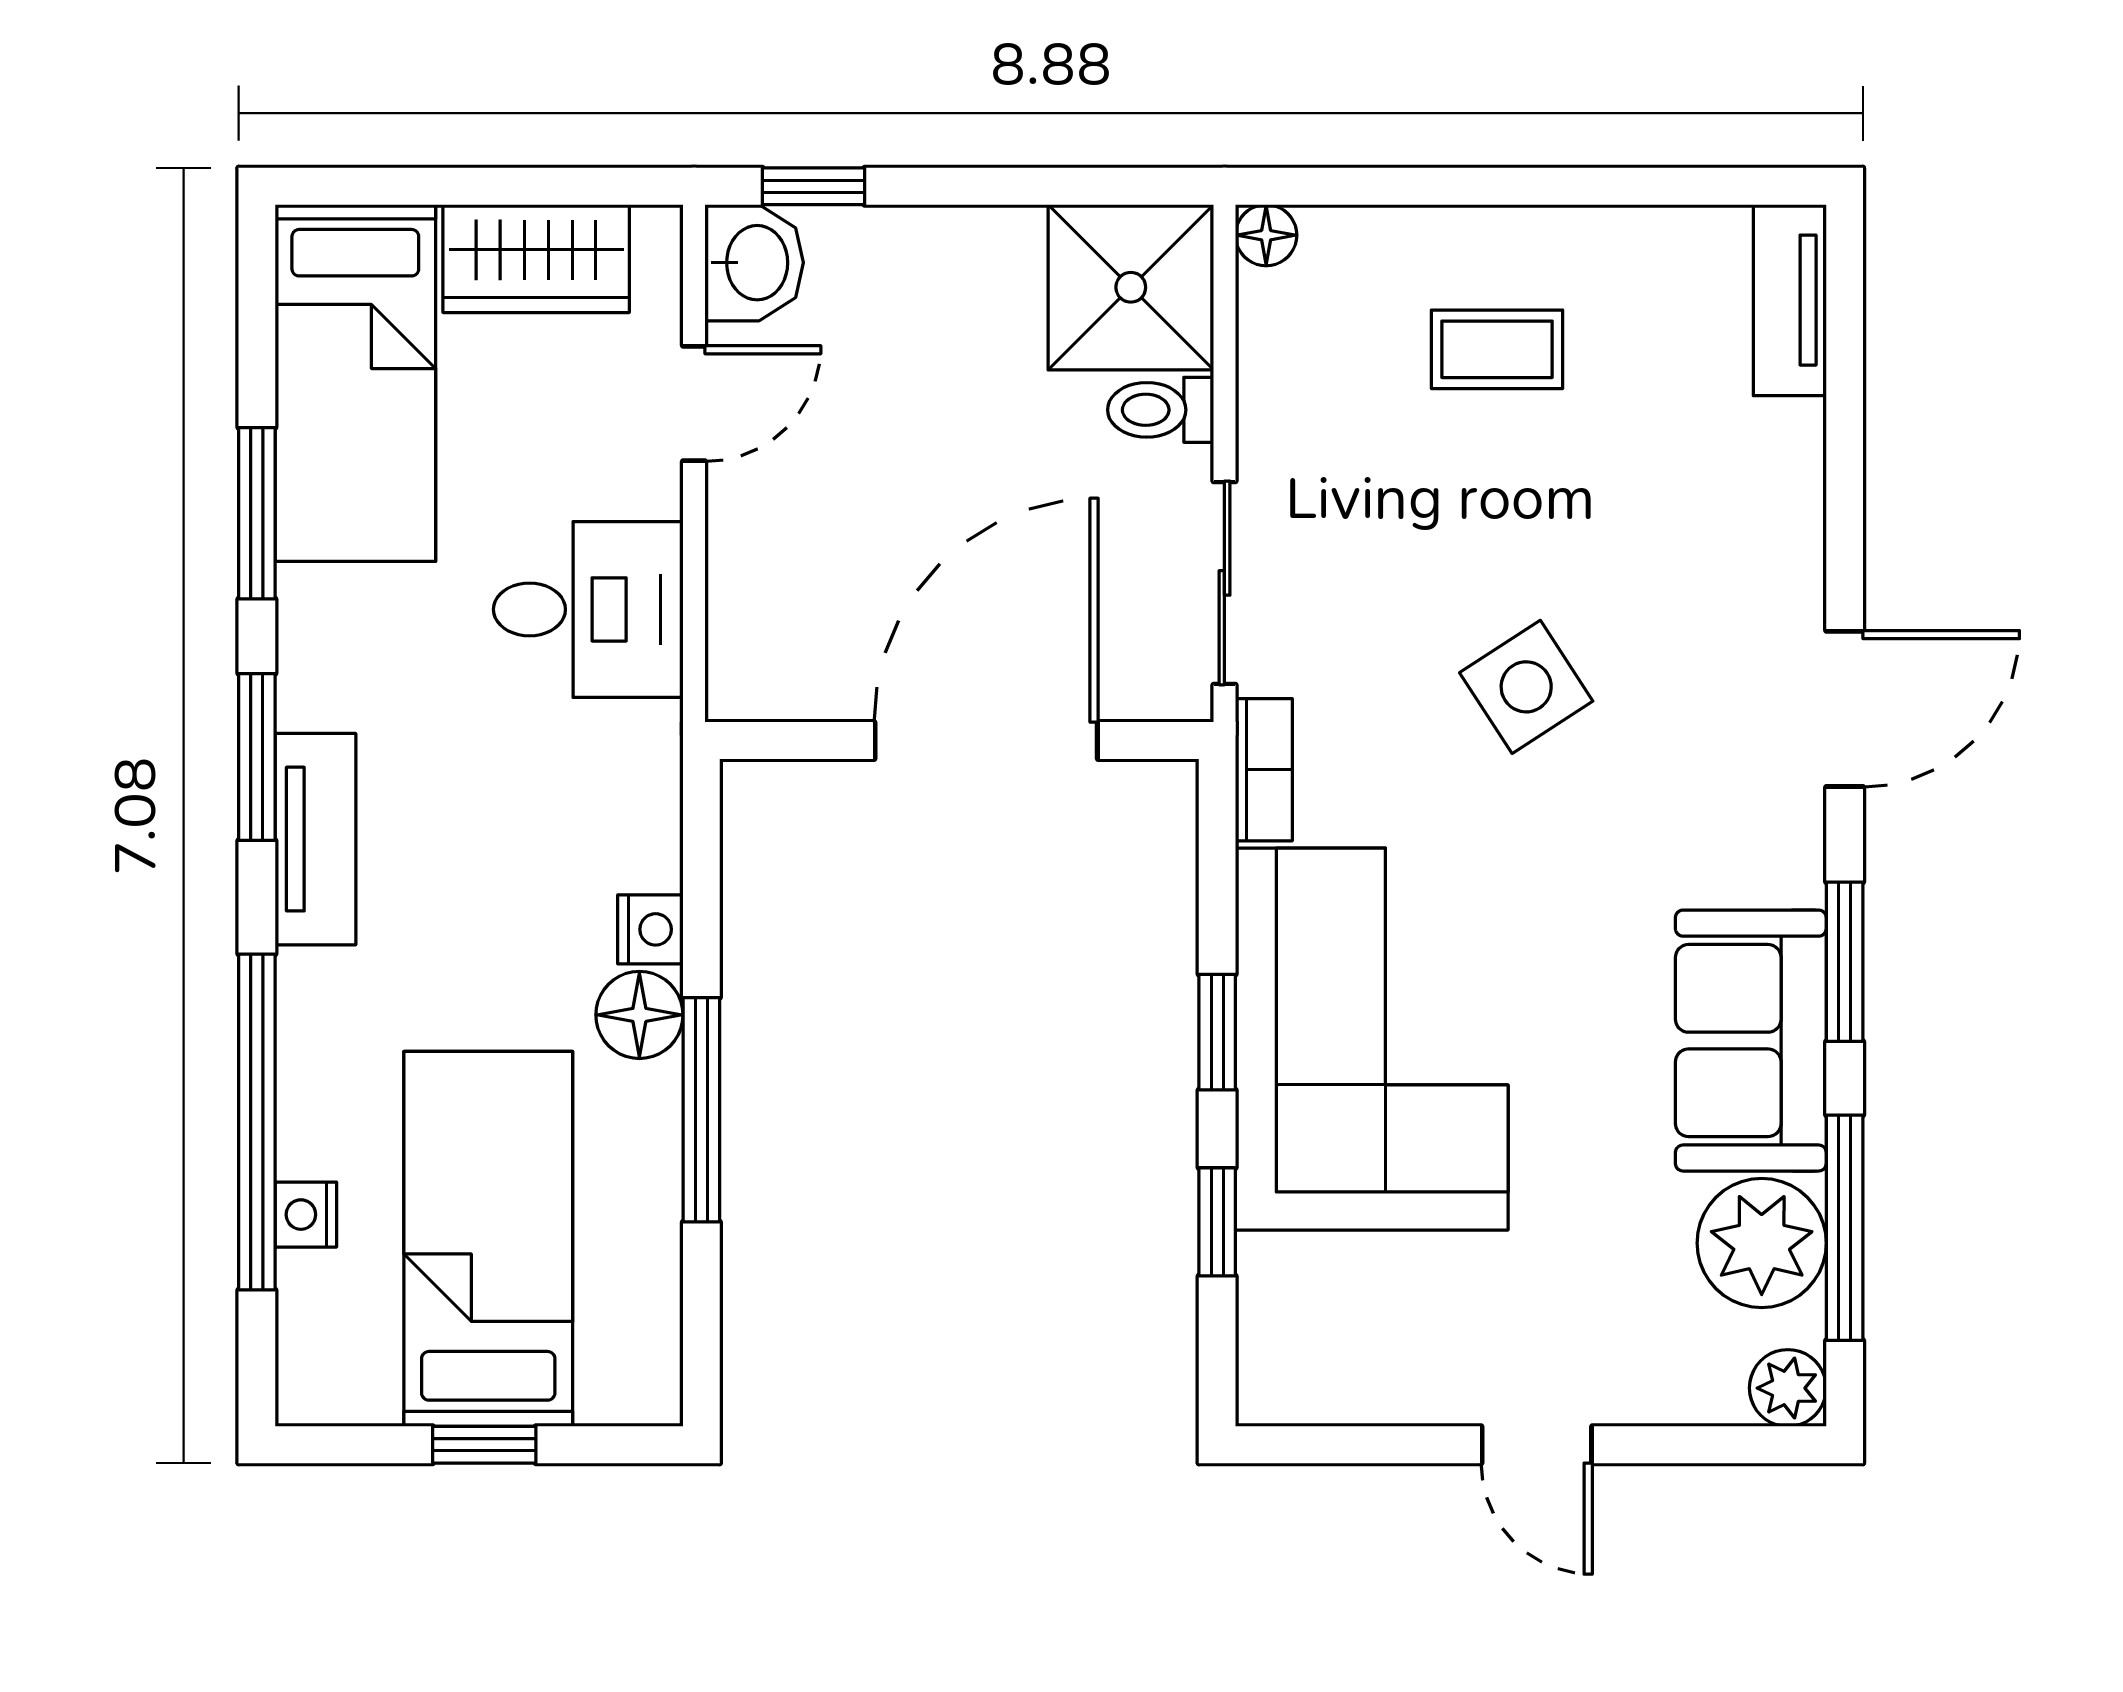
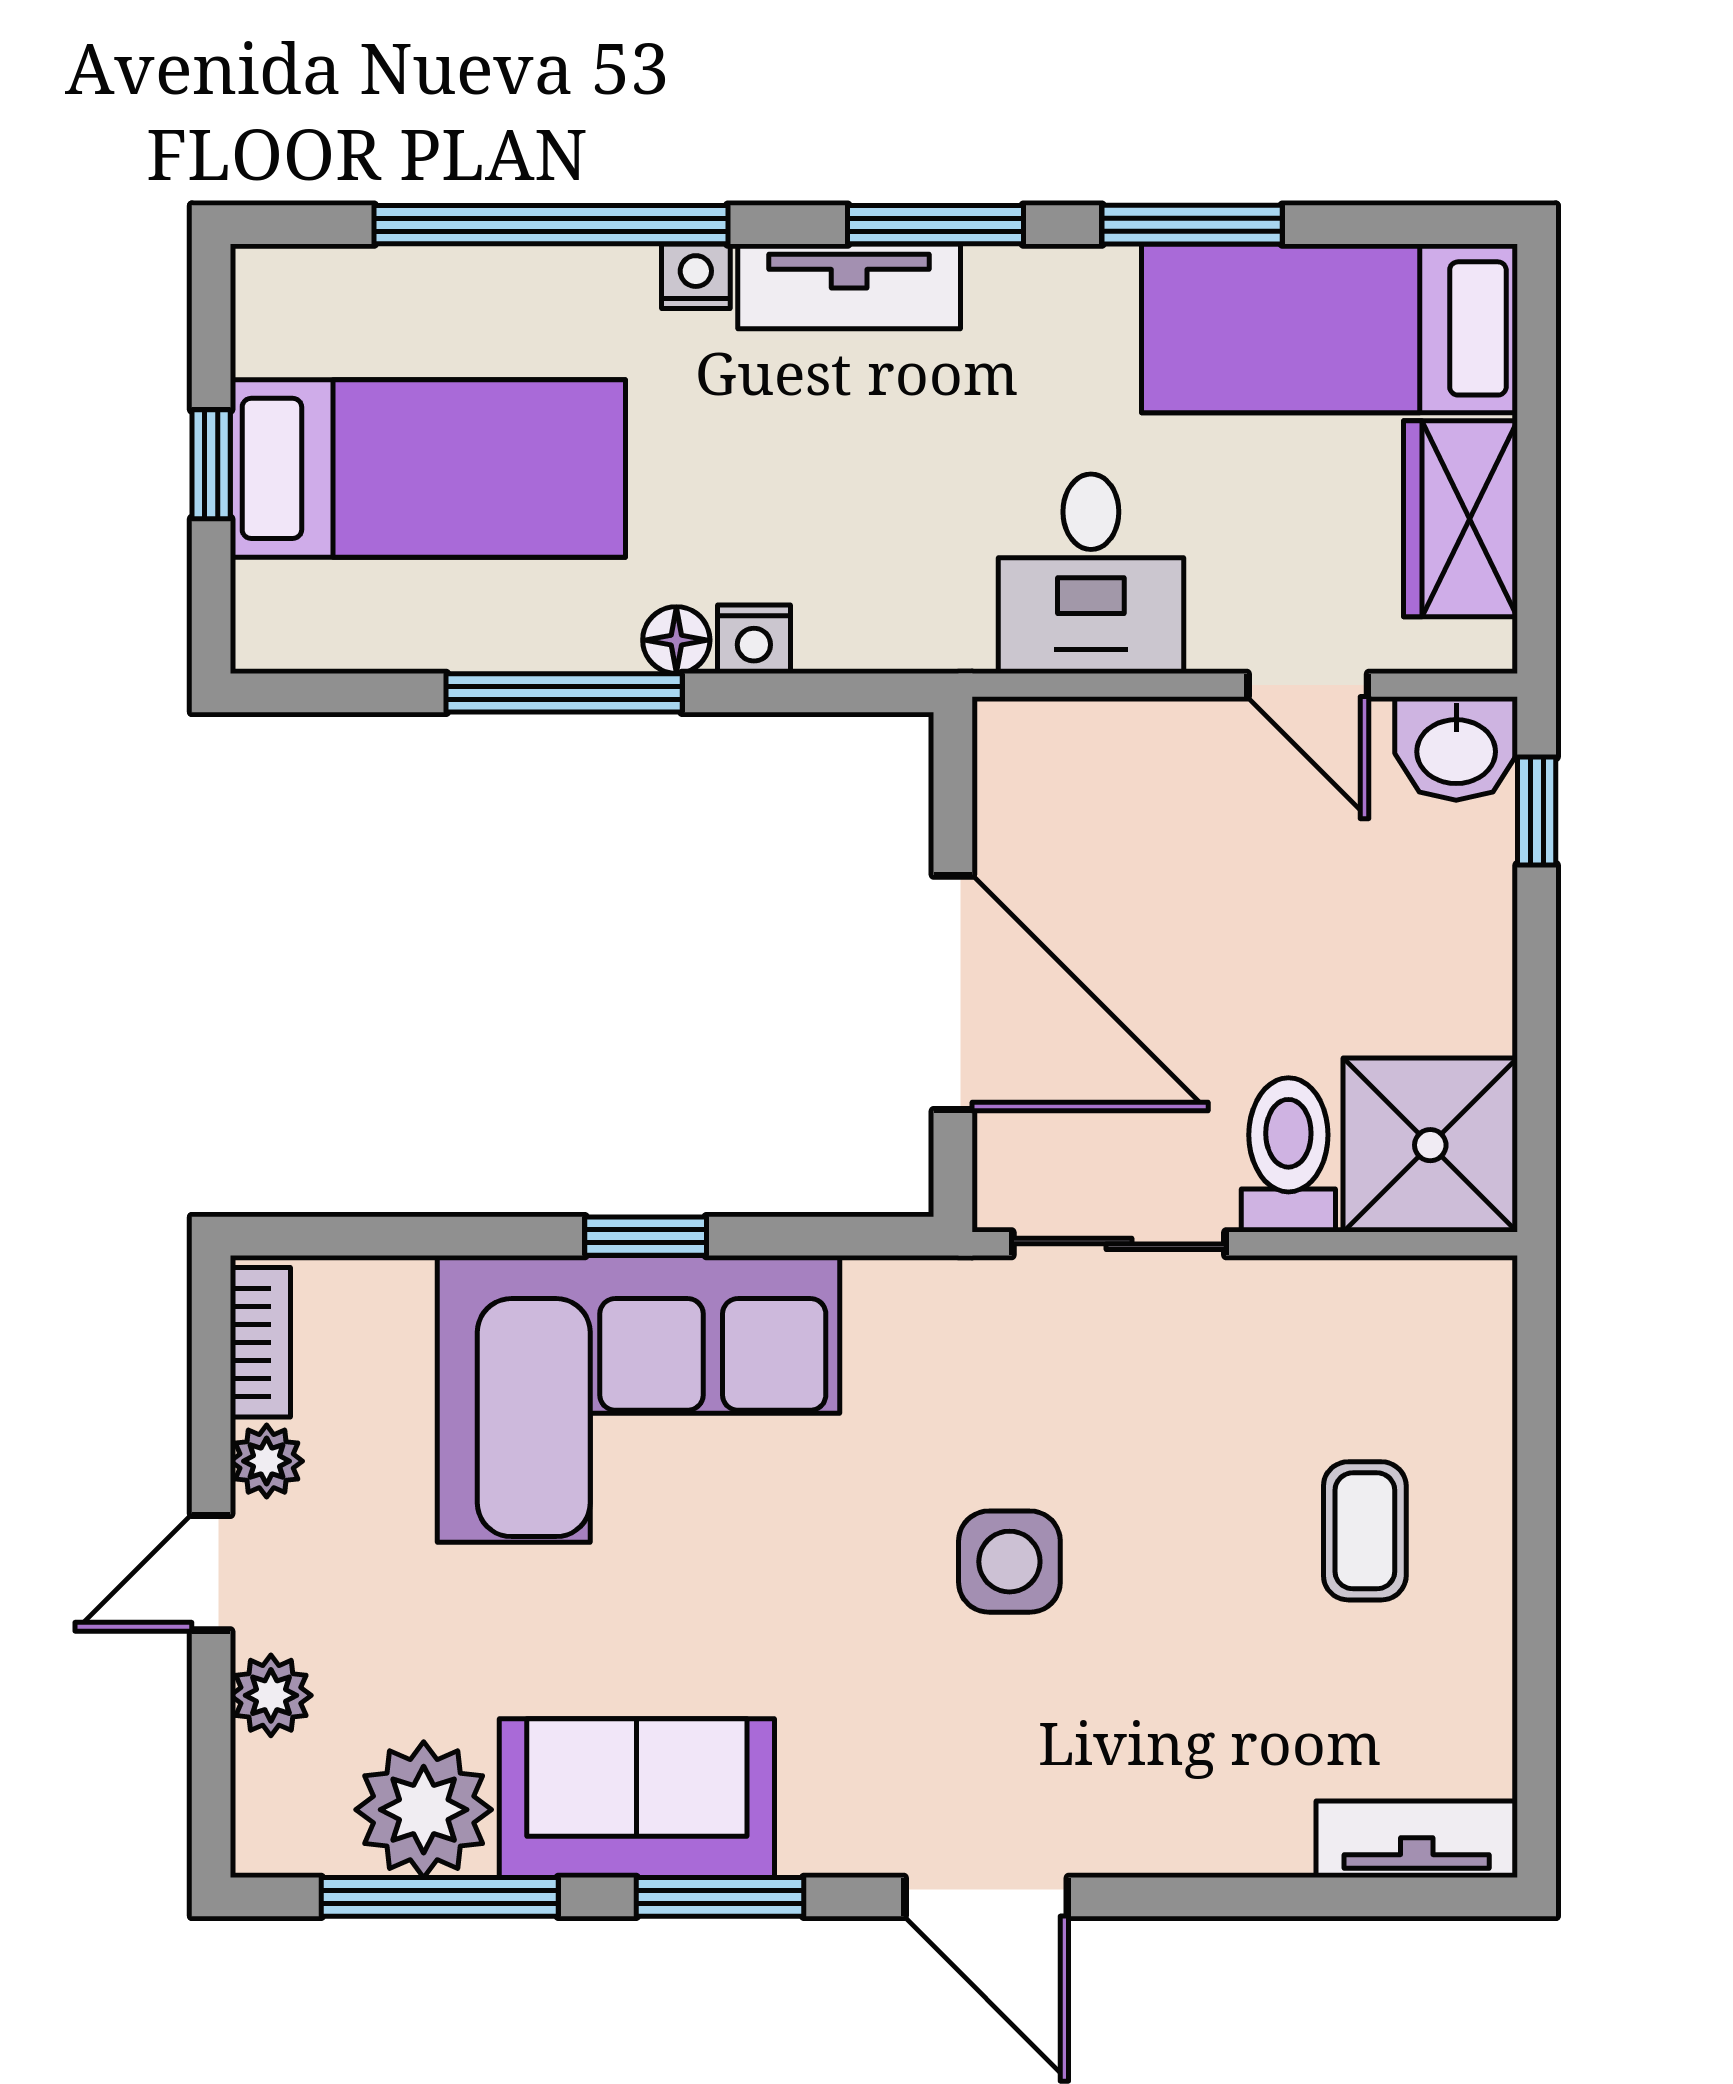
floor lamp: (1266, 235) -> (1485, 1288), removed
toilet: (1161, 410) -> (1288, 1155), width x1.37, depth x1.39
side table: (1526, 687) -> (1009, 1562), turned 33
bookcase: (1264, 770) -> (260, 1342), moved, turned -90
floor lamp: (639, 1015) -> (676, 640), width x0.73, depth x0.73
nightstand: (306, 1215) -> (696, 276), moved
window: (1217, 1222) -> (446, 1236), removed
plant: (1788, 1388) -> (271, 1695), moved
plant: (1431, 1392) -> (267, 1461), added

